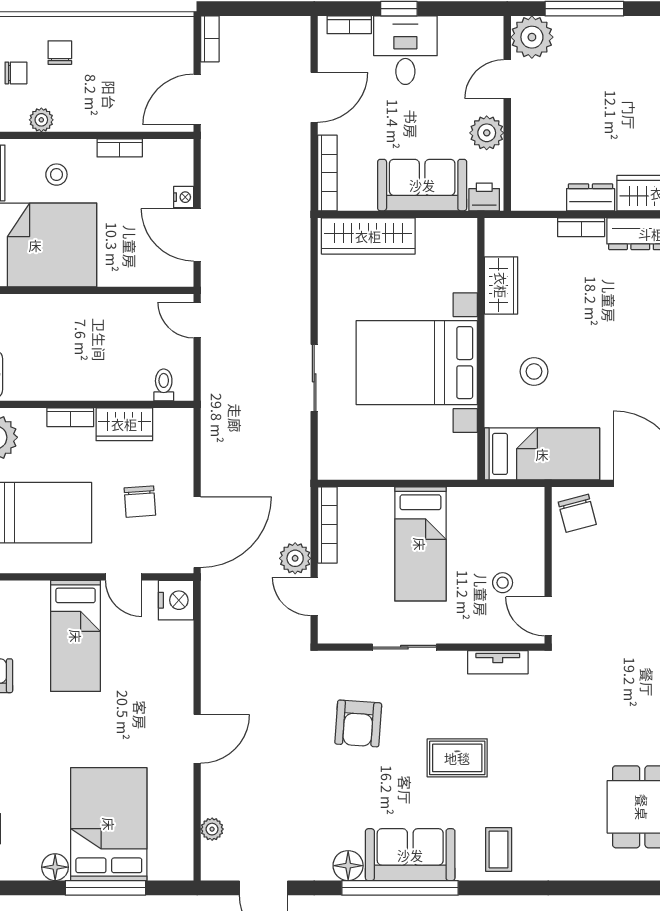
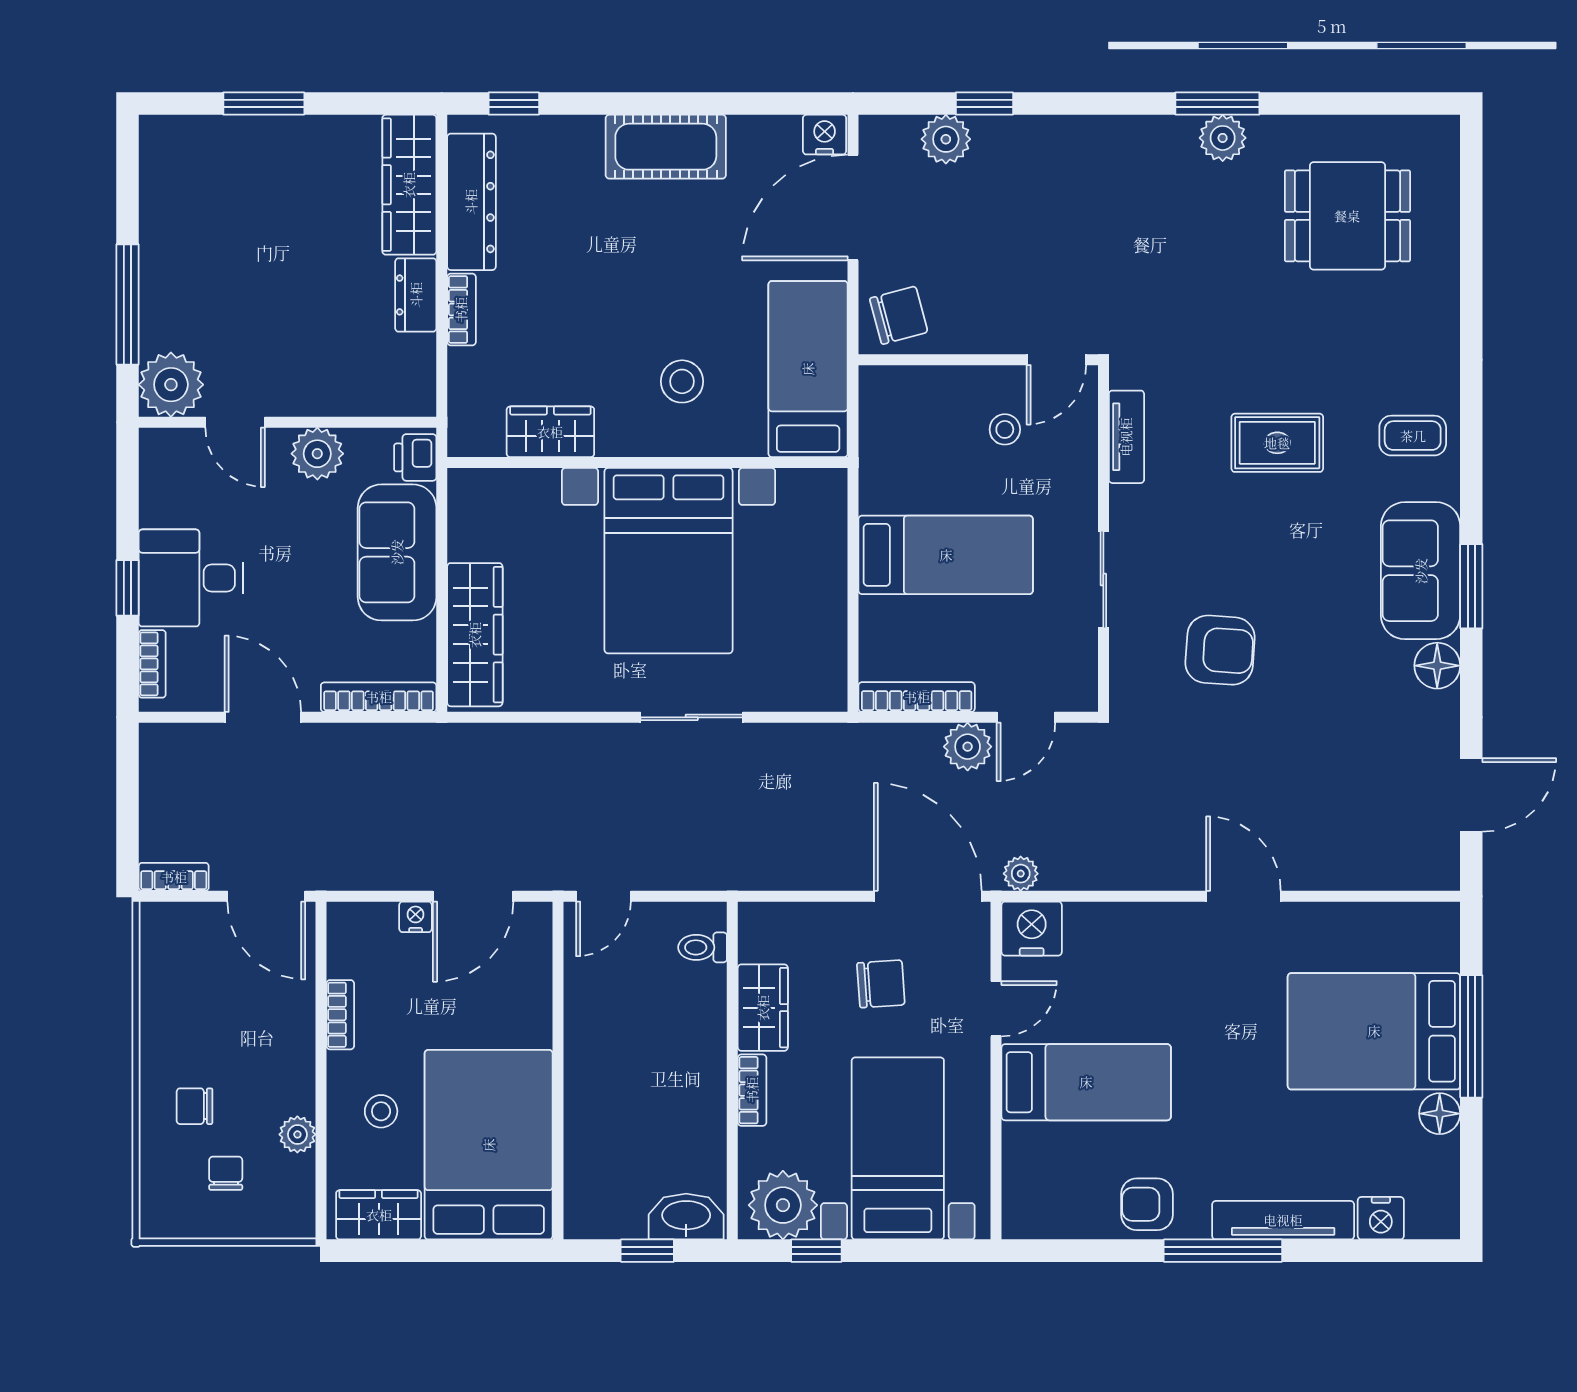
rug: (457, 758) -> (1277, 443), moved, turned 90
plant: (212, 829) -> (1021, 874), moved
window: (400, 888) -> (1471, 586), width x0.47

